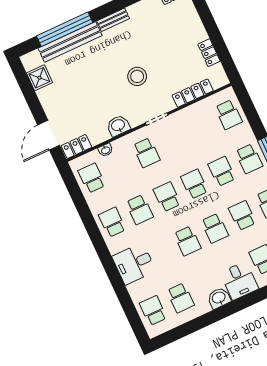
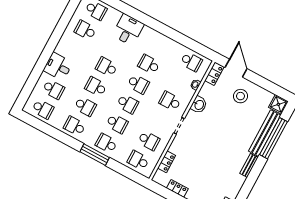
stool: (137, 76) -> (240, 96), moved
shower: (39, 78) -> (278, 104), moved
locker: (193, 93) -> (167, 162), width x0.66
school desk: (112, 222) -> (149, 141), moved
washbasin: (219, 298) -> (62, 47), removed

